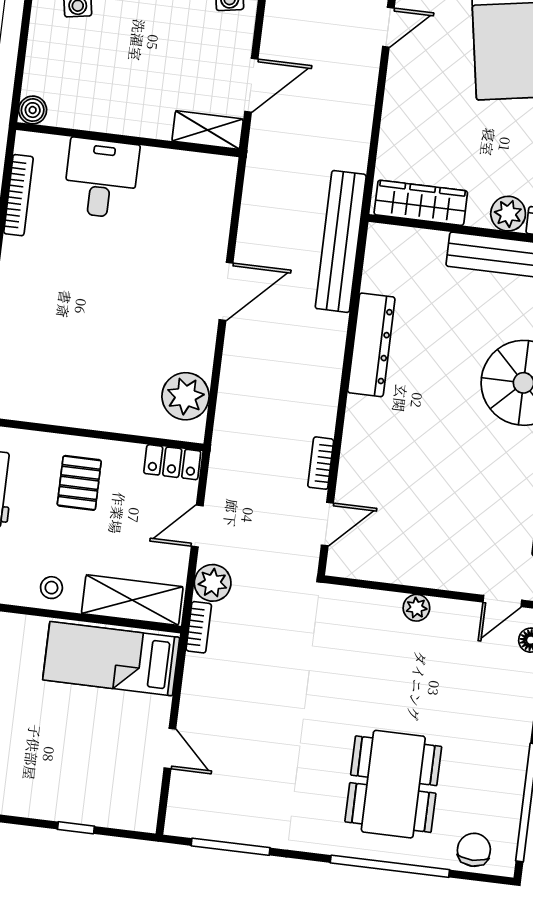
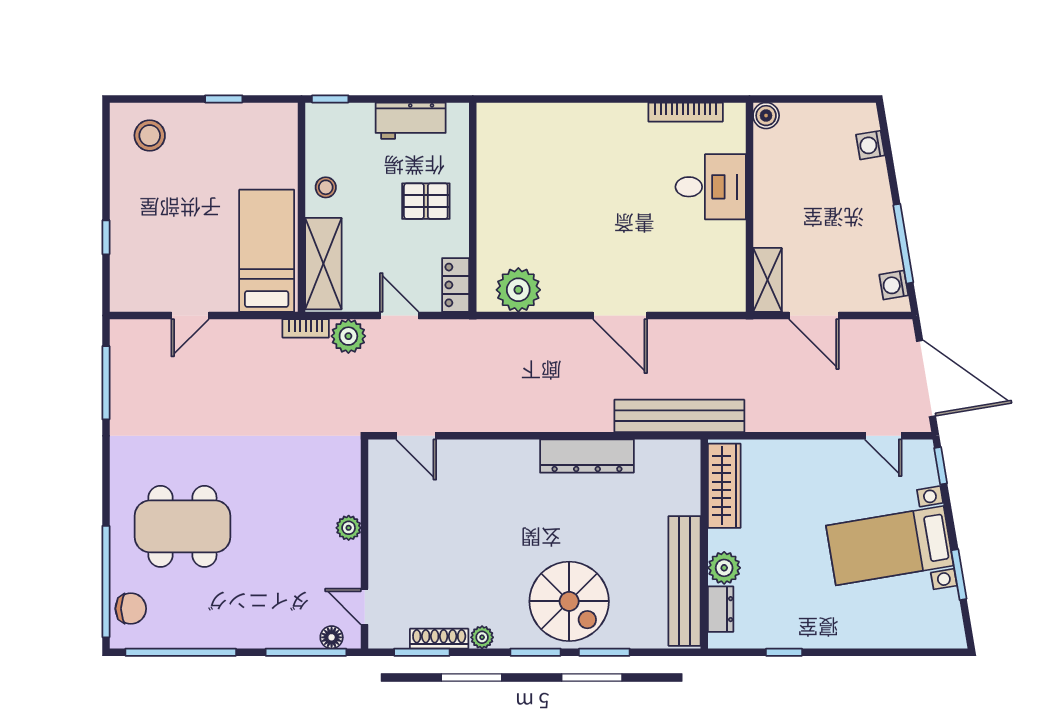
bookcase: (321, 463) -> (472, 423), removed
window: (390, 866) -> (106, 582), moved

